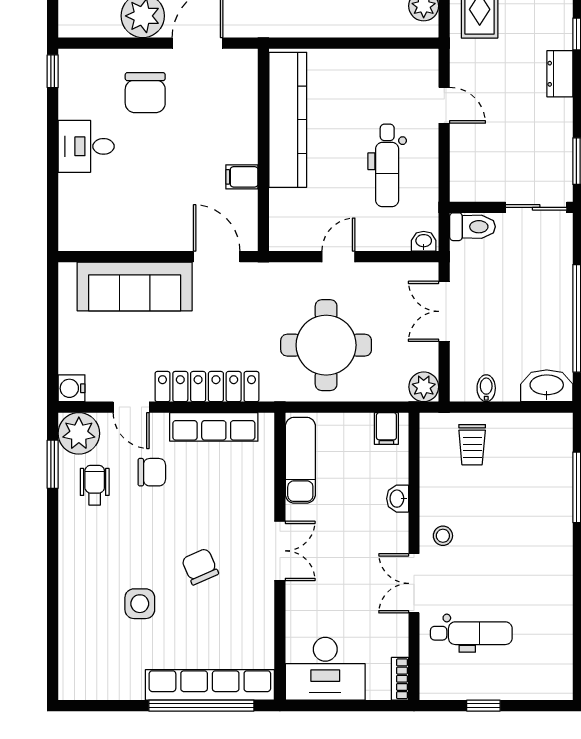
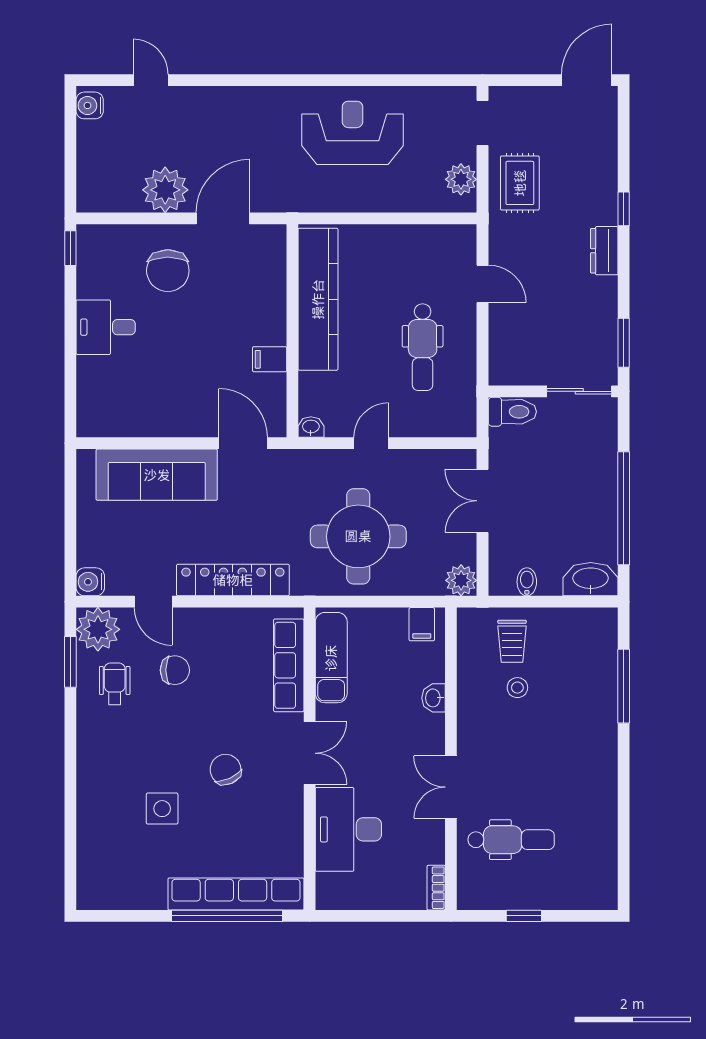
washbasin: (424, 241) -> (311, 427), moved
row of seats: (214, 427) -> (289, 665), moved, turned 90
stool: (443, 536) -> (517, 688), moved
desk: (325, 669) -> (348, 829), moved, turned 90

